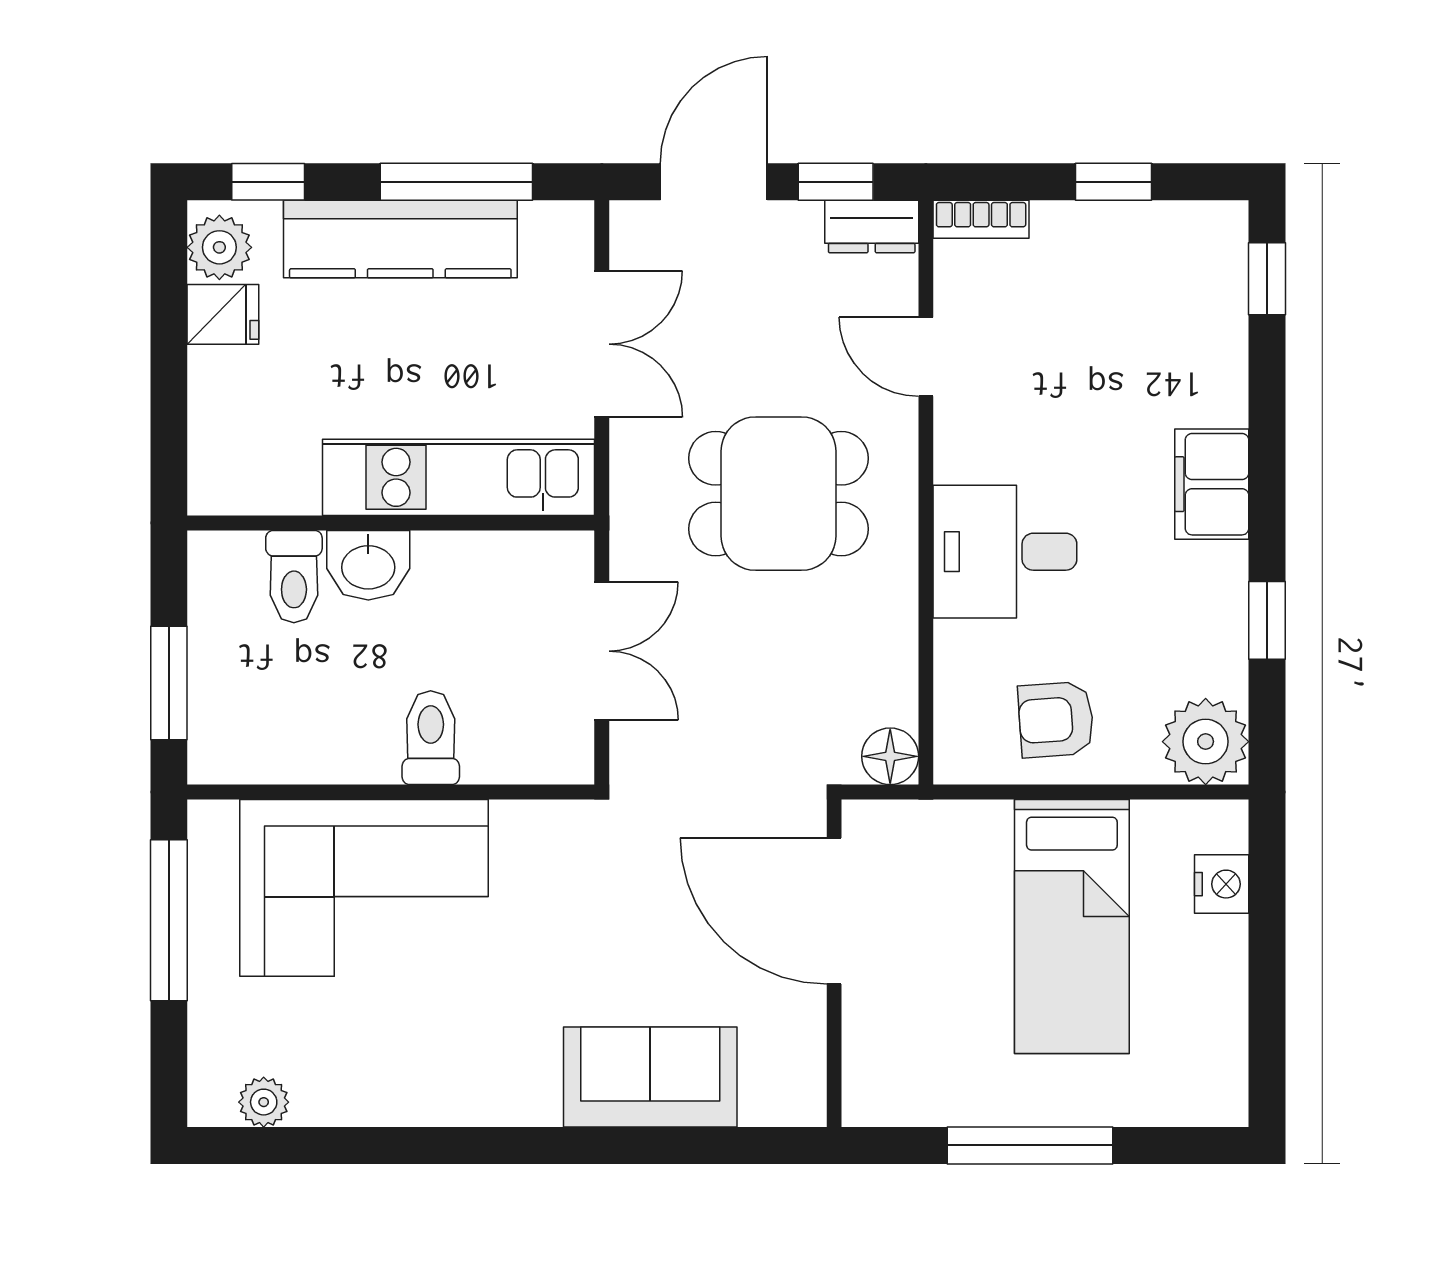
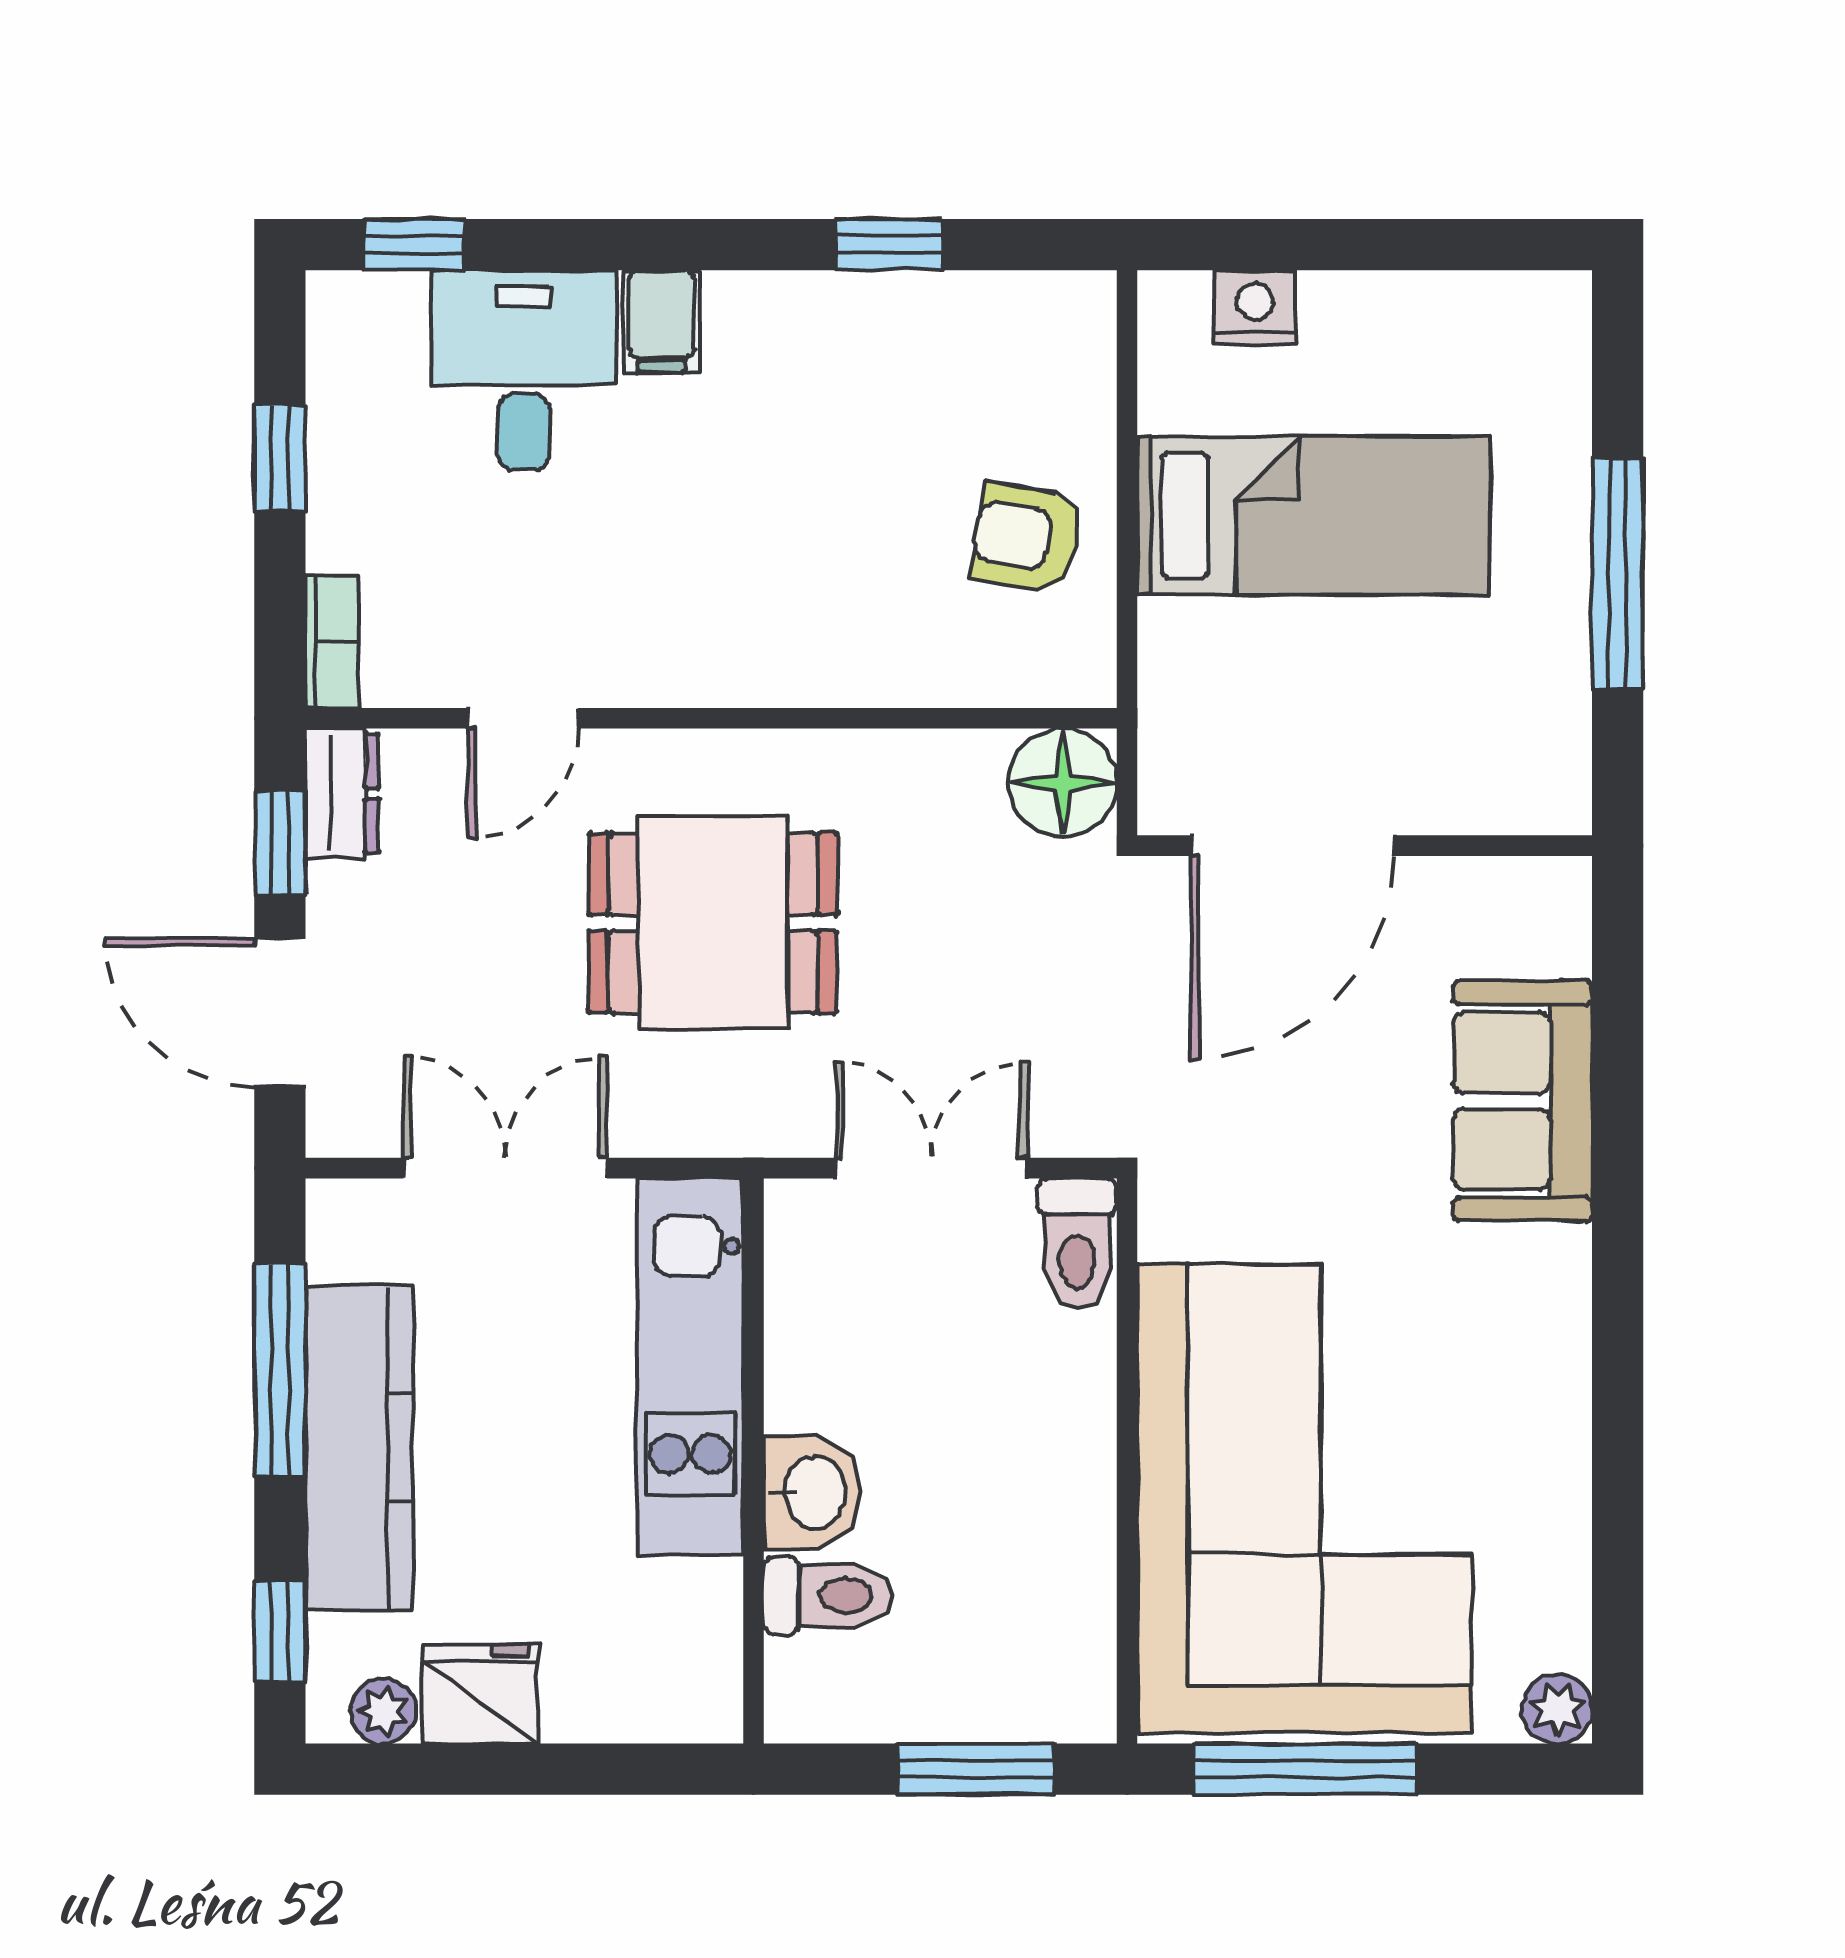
plant: (219, 247) -> (383, 1711), width x0.73, depth x0.73
fridge: (223, 314) -> (480, 1694), width x1.38
filing cabinet: (1212, 484) -> (661, 321), width x0.50
dining table: (778, 494) -> (713, 923), turned 90
desk: (1005, 552) -> (524, 370), moved, turned 180
armchair: (1056, 720) -> (1027, 538), turned 103
toilet: (431, 738) -> (1077, 1244), moved, turned -90
plant: (1206, 742) -> (1057, 330), removed
floor lamp: (890, 756) -> (1063, 783), width x1.38, depth x1.38
corner sofa: (364, 888) -> (1304, 1498), width x1.36, depth x1.36
plant: (264, 1102) -> (1557, 1709), moved

